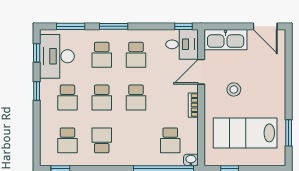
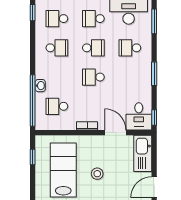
window: (114, 26) -> (154, 74), moved
school desk: (136, 55) -> (130, 77), removed
stool: (234, 89) -> (97, 174), moved
school desk: (102, 98) -> (93, 48), turned 180
washbasin: (191, 160) -> (40, 86), moved

